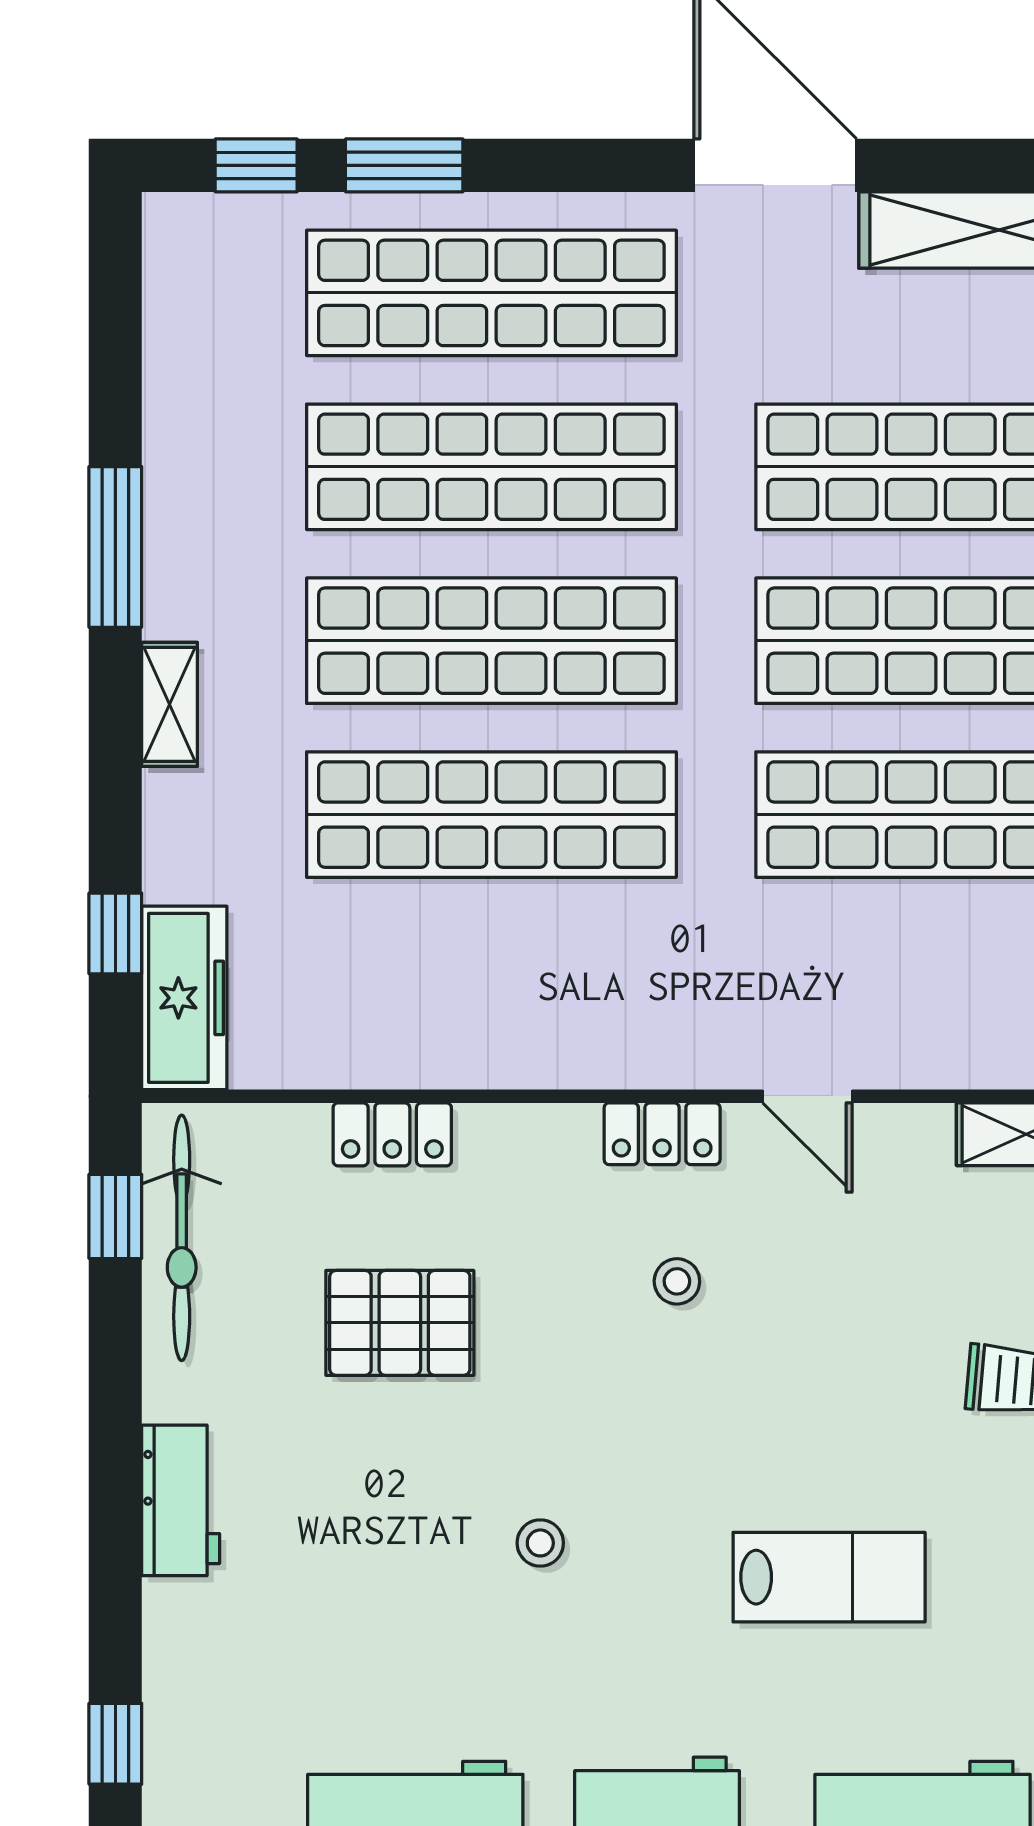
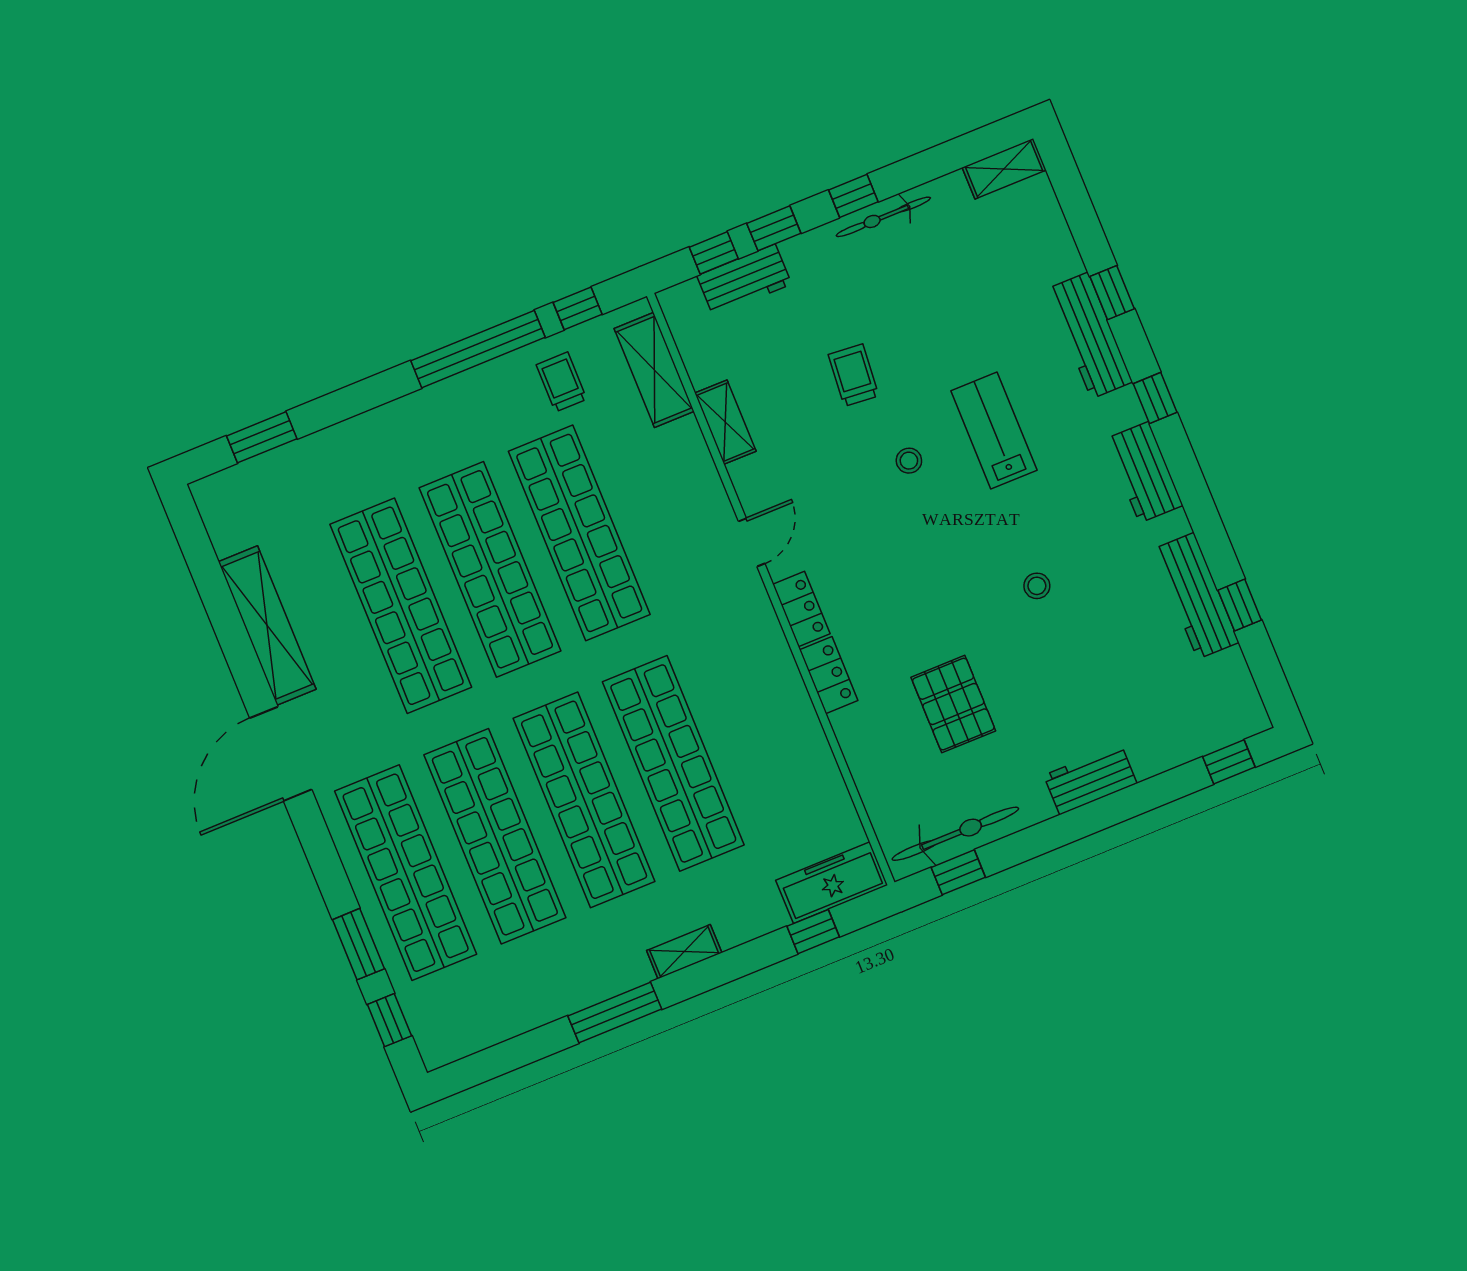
locker: (392, 1134) -> (829, 675), moved
stool: (677, 1281) -> (909, 461), moved

